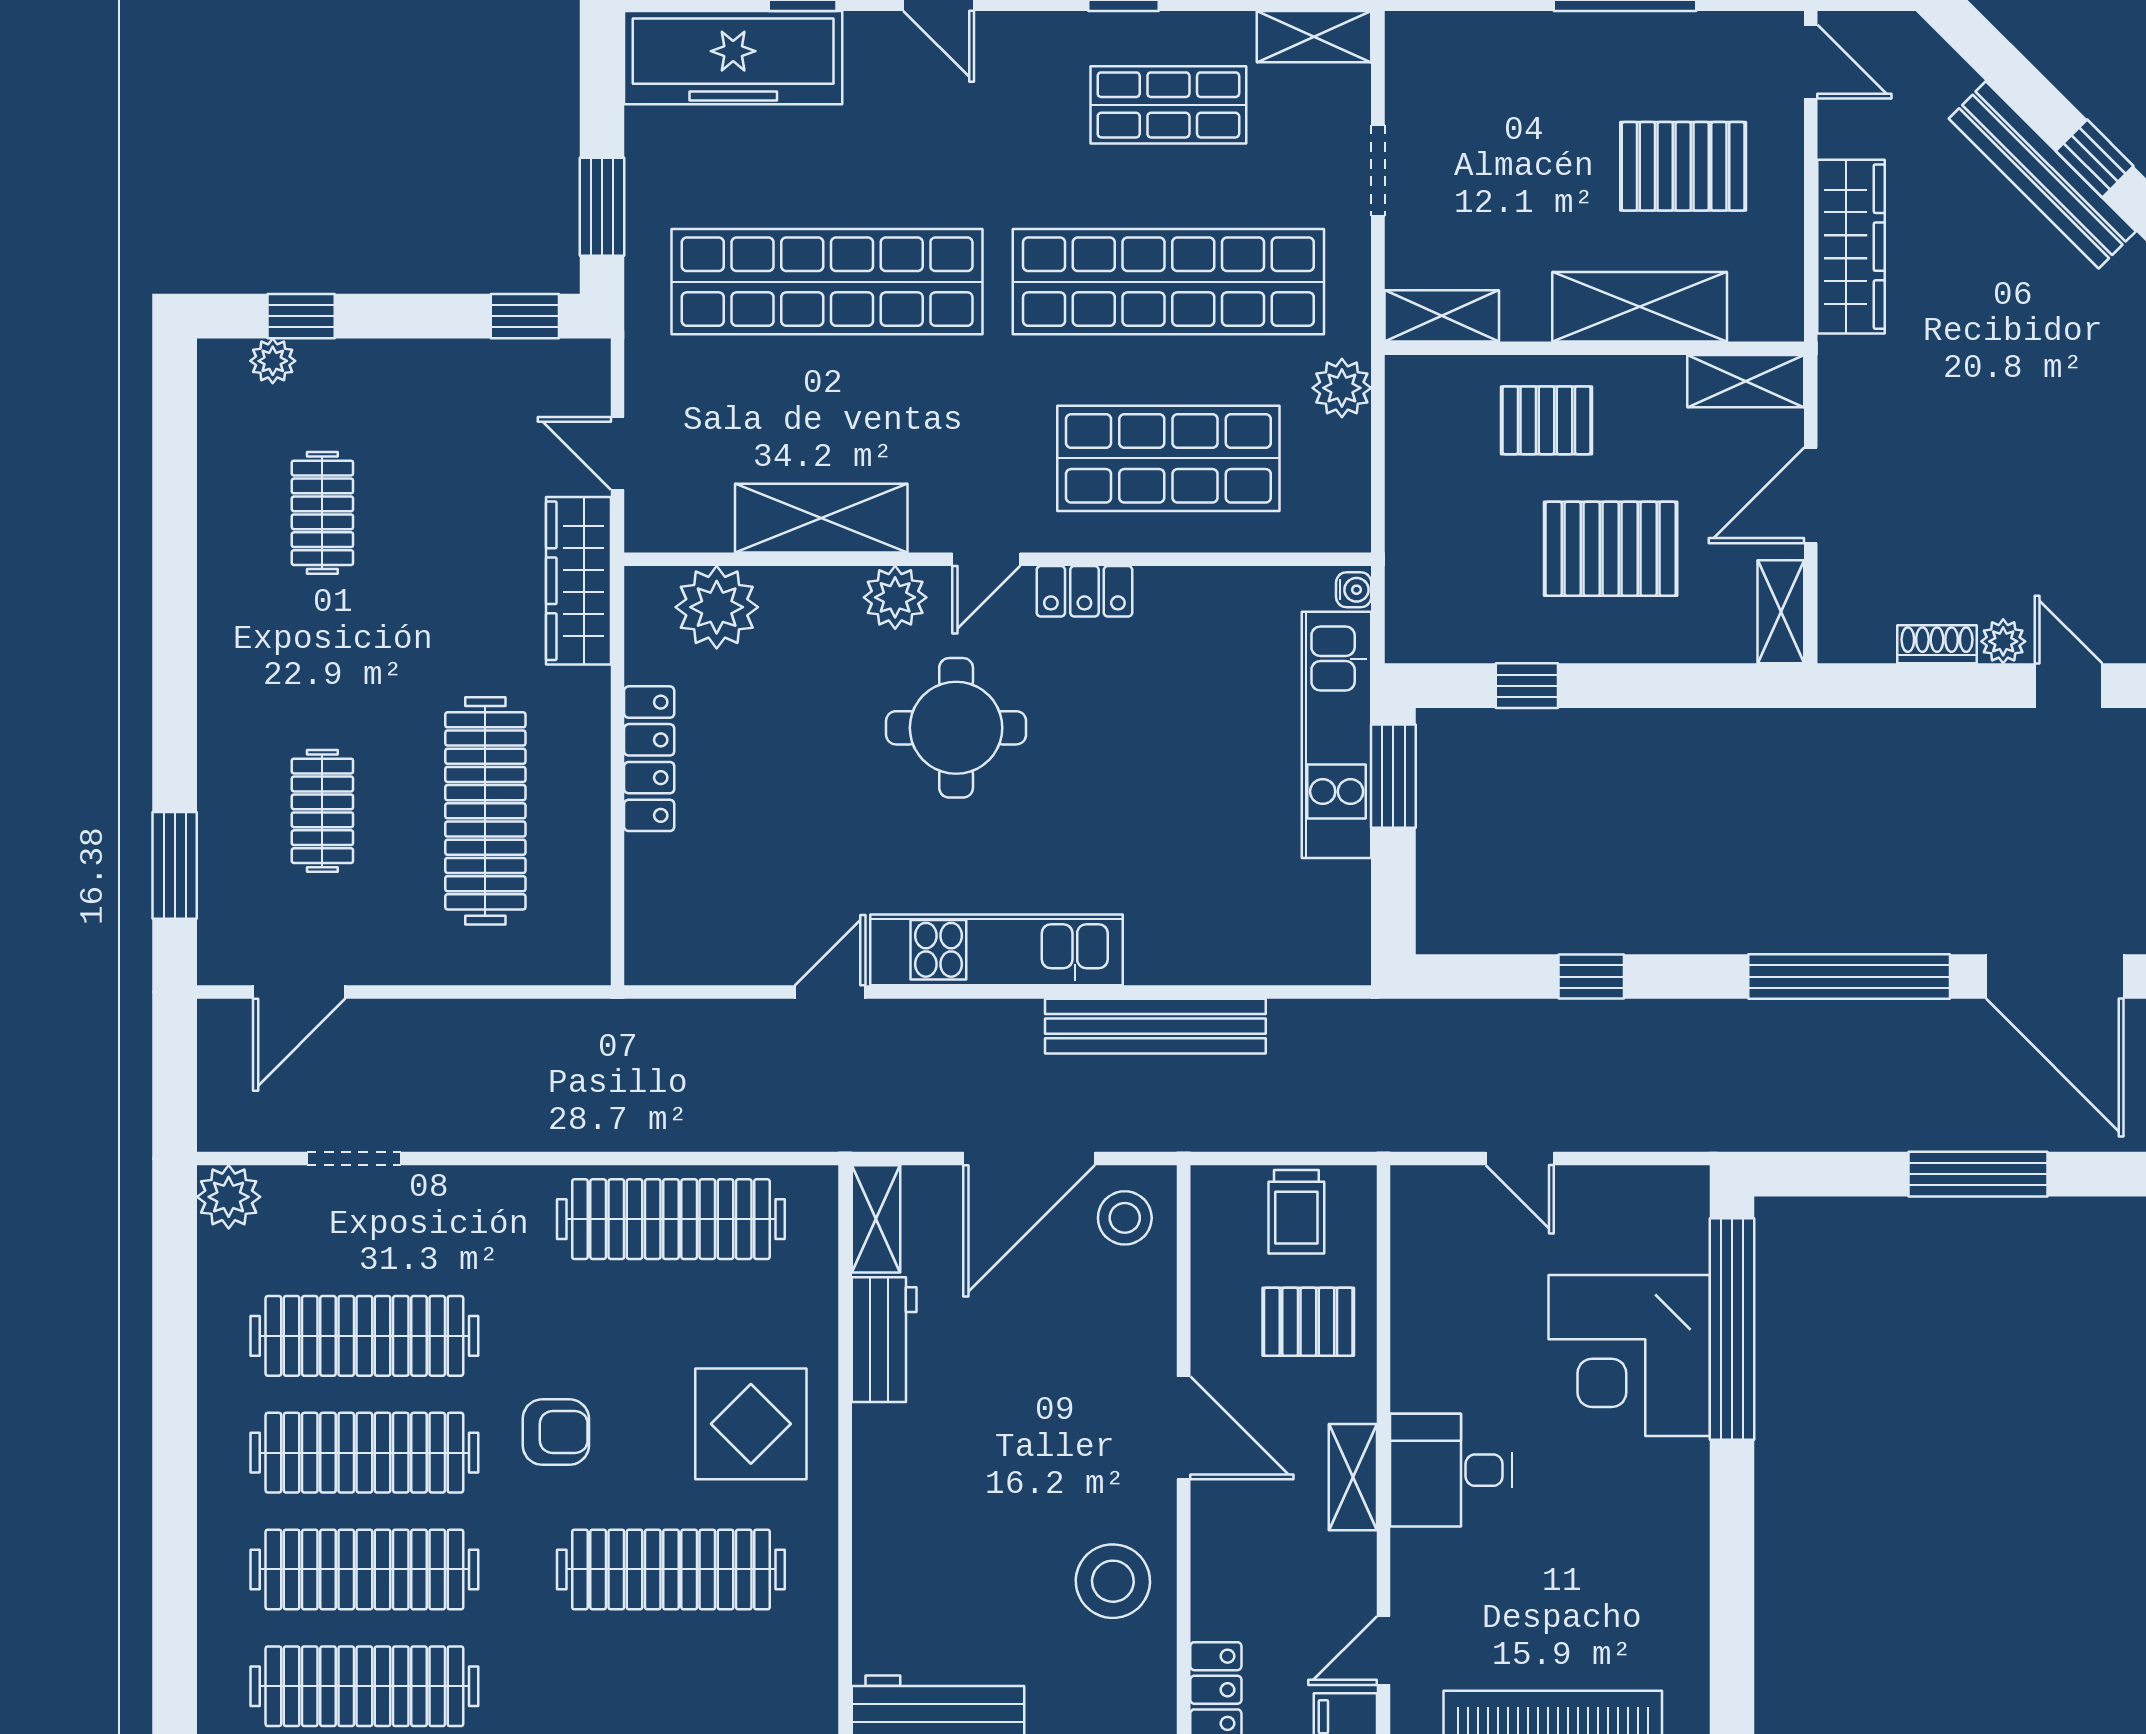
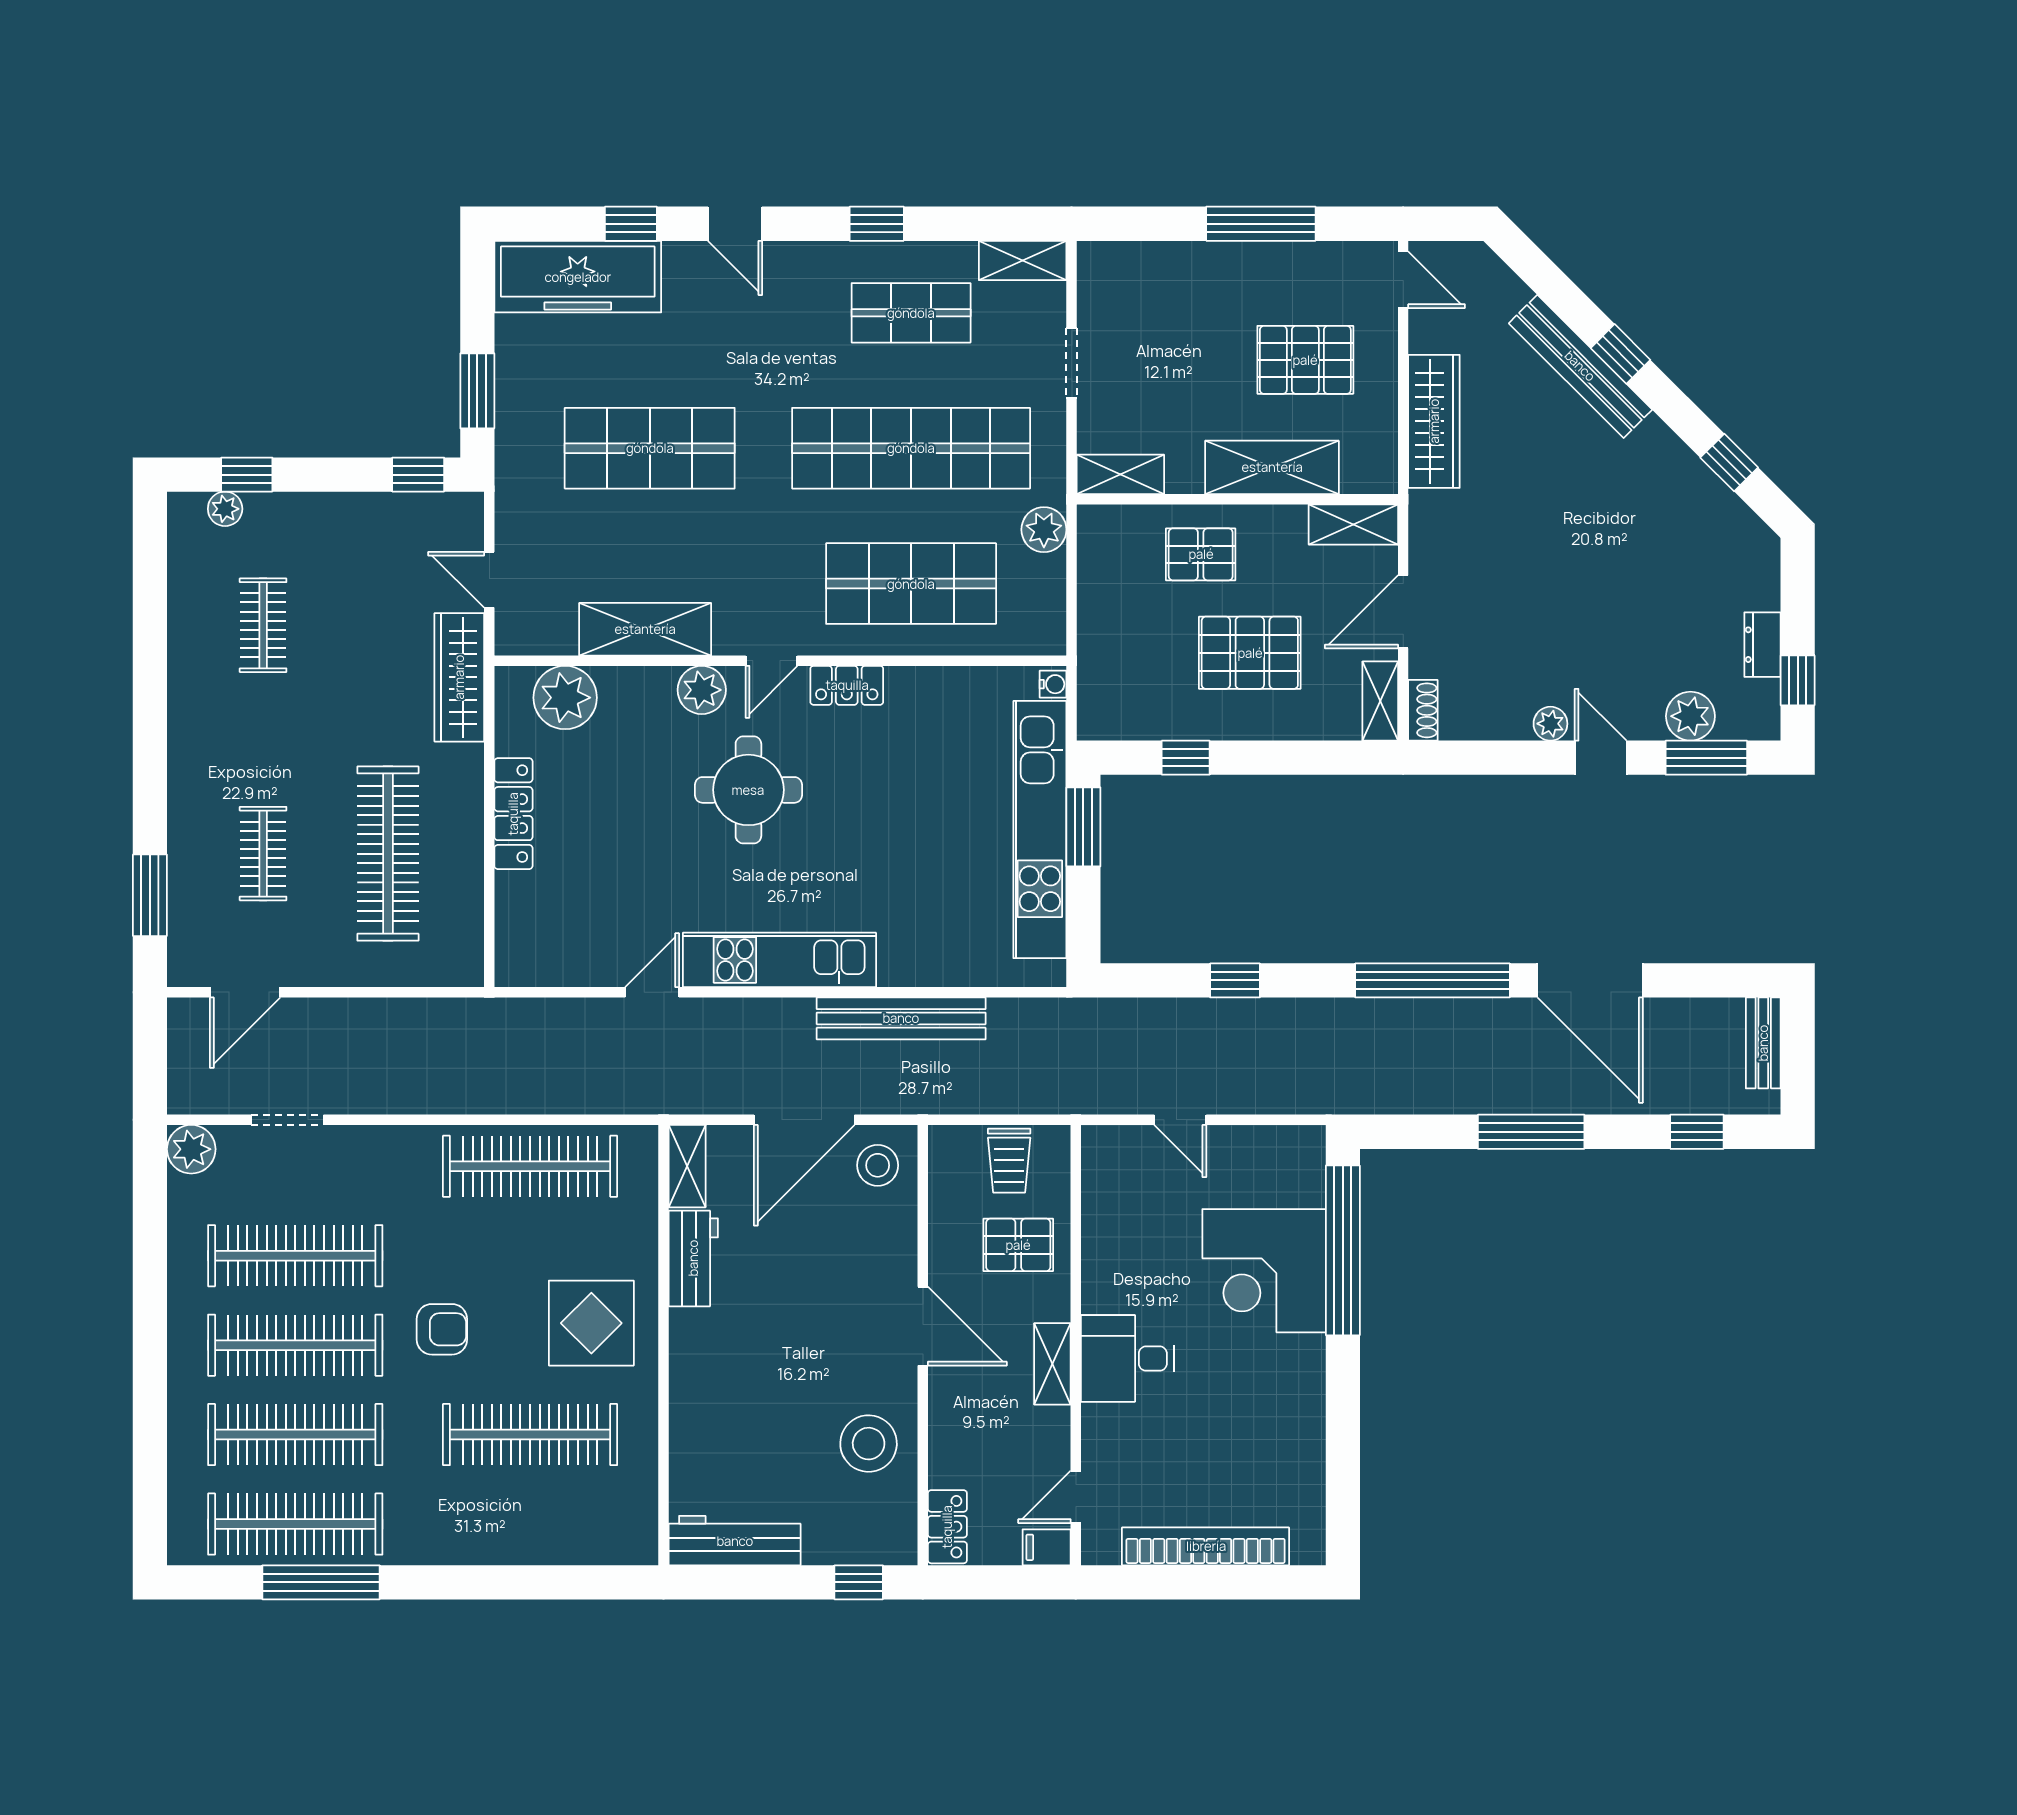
shop shelf: (827, 282) -> (650, 448), width x0.71
shoe rack: (1937, 644) -> (1423, 710), moved, turned 90
kitchen unit: (1337, 735) -> (1040, 830), width x1.36

